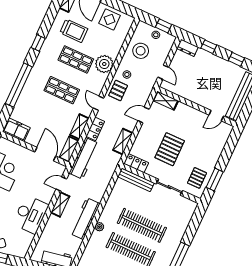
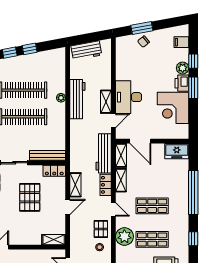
plant: (104, 64) -> (124, 236), moved
door: (144, 115) -> (68, 207), moved
desk: (31, 214) -> (129, 97), moved

